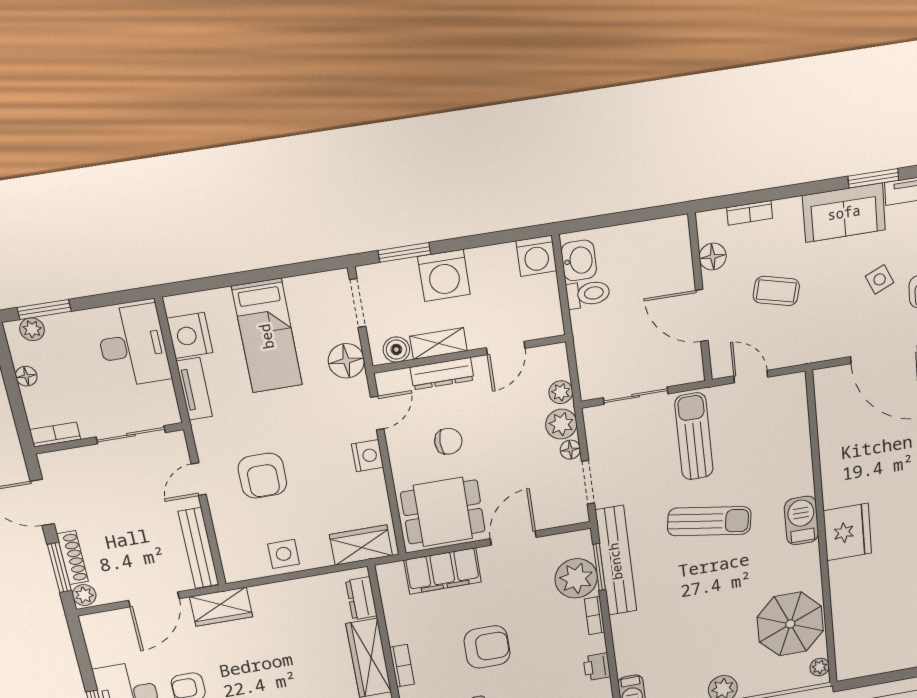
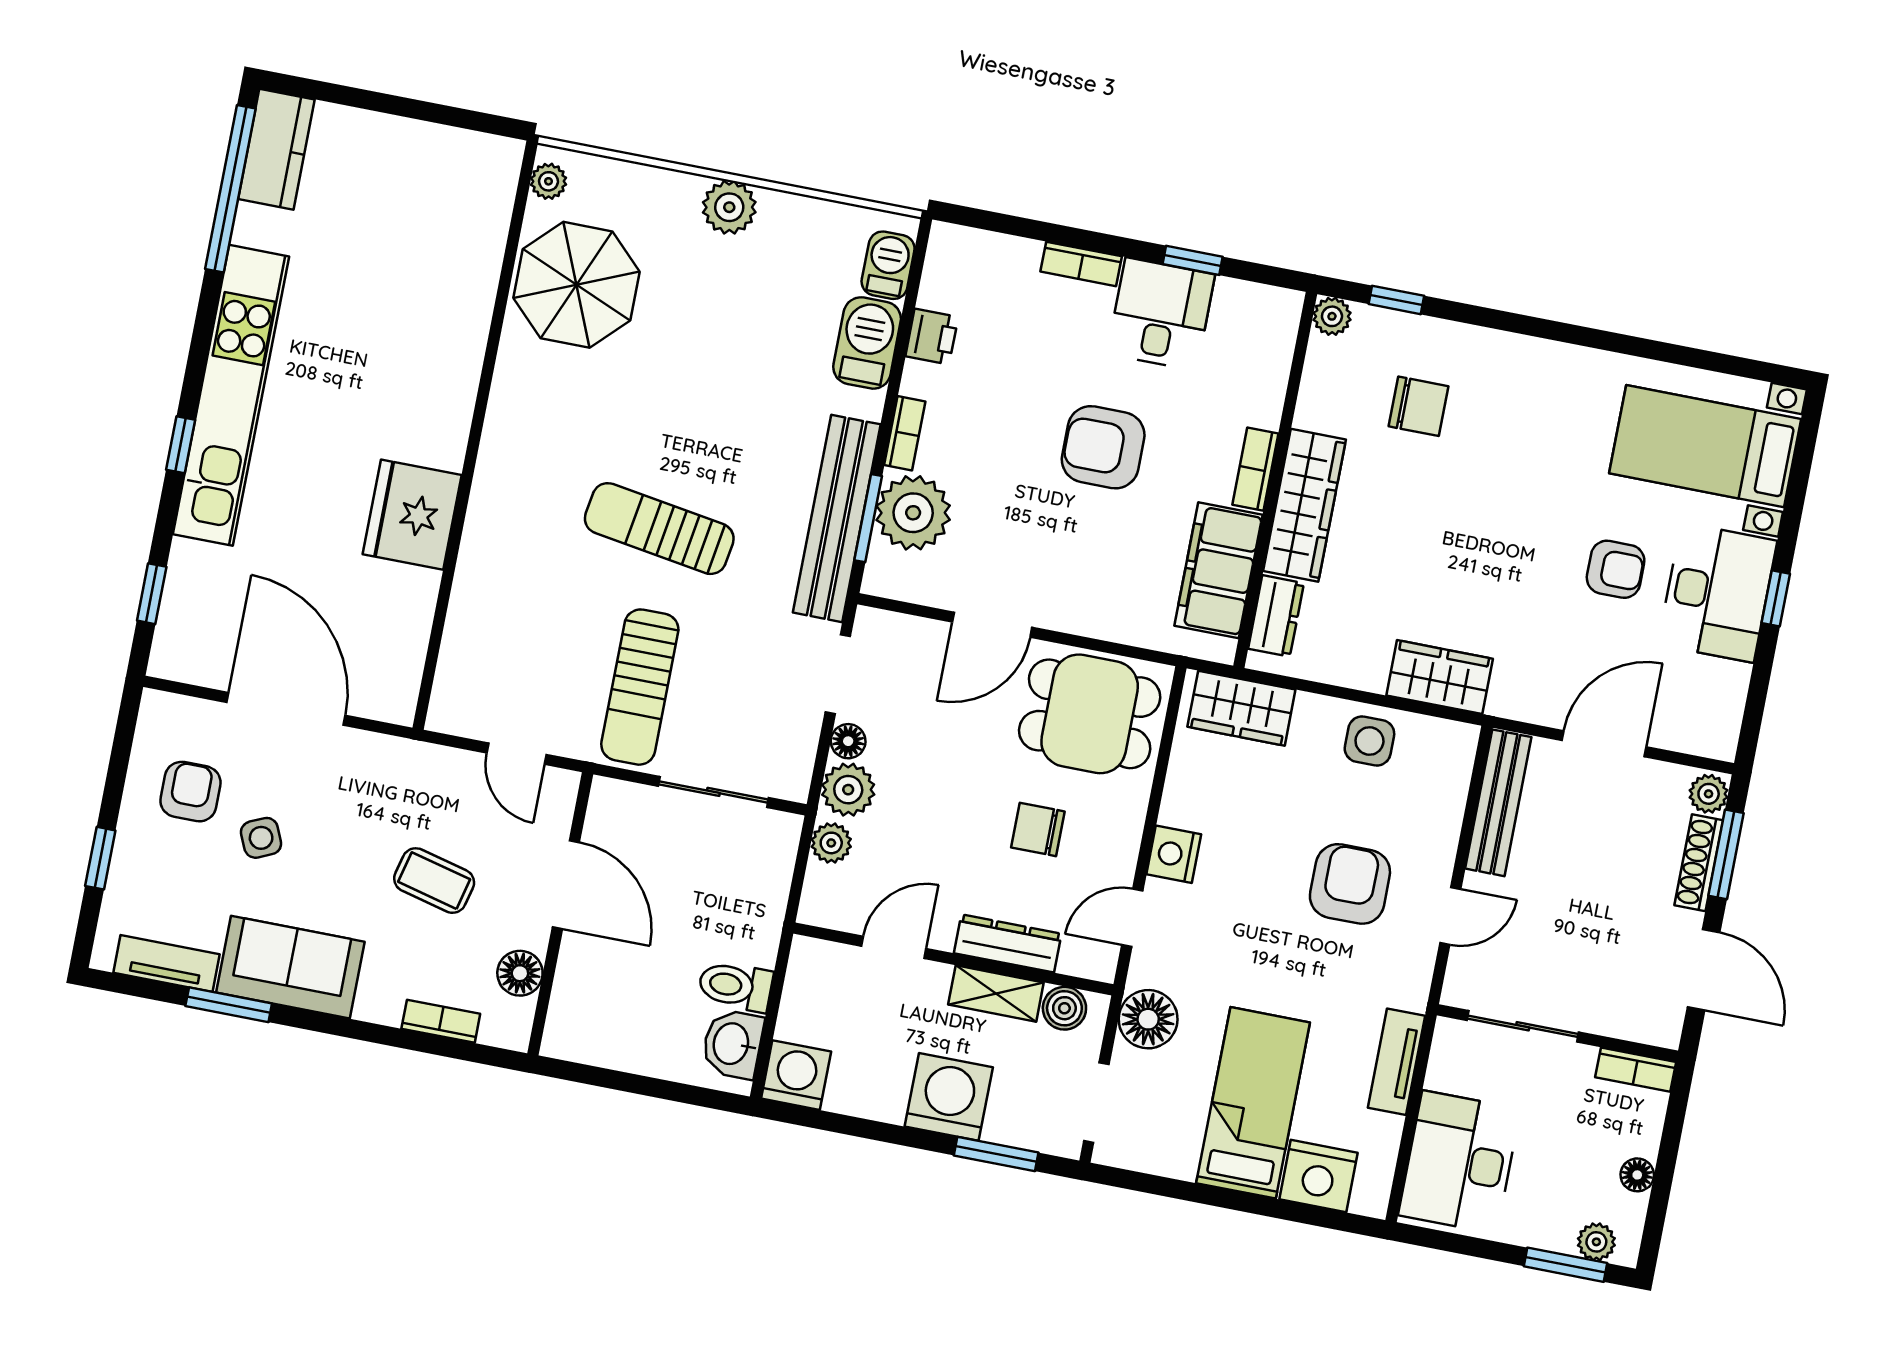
nightstand: (190, 335) -> (1319, 1176), moved, turned 90
barbecue: (801, 521) -> (867, 343), moved, turned 180
fridge: (847, 532) -> (412, 515), moved
filing cabinet: (443, 571) -> (1219, 570), moved, turned -90
wardrobe: (221, 607) -> (1440, 677), moved

